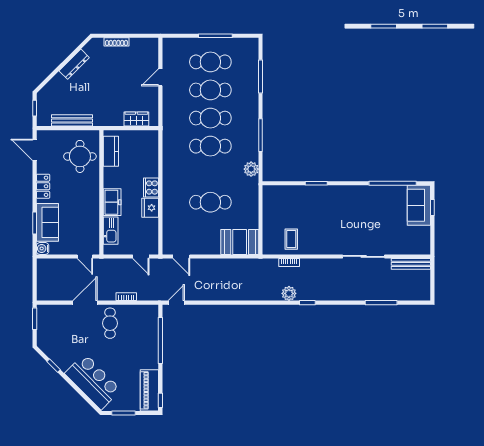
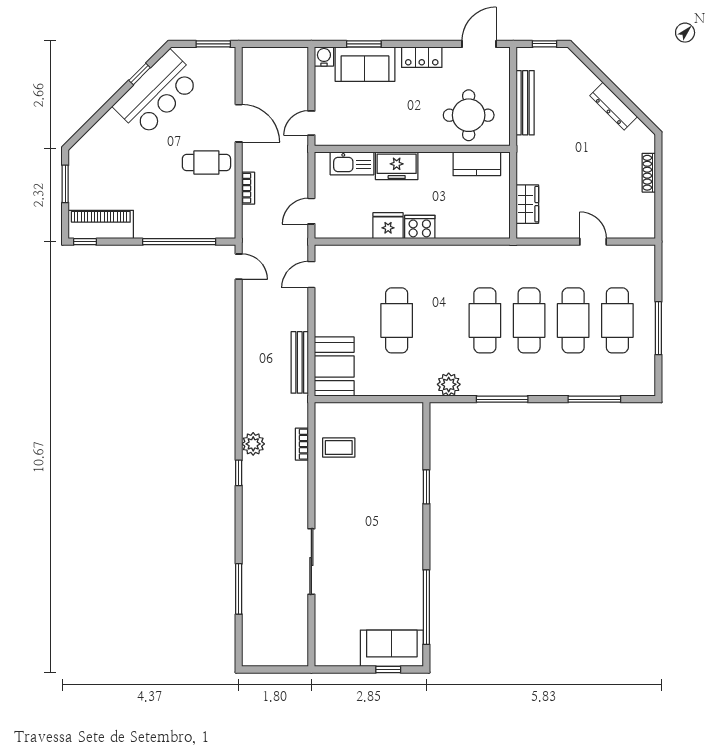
bench: (411, 264) -> (300, 362), moved
bar counter: (93, 382) -> (157, 93), moved

